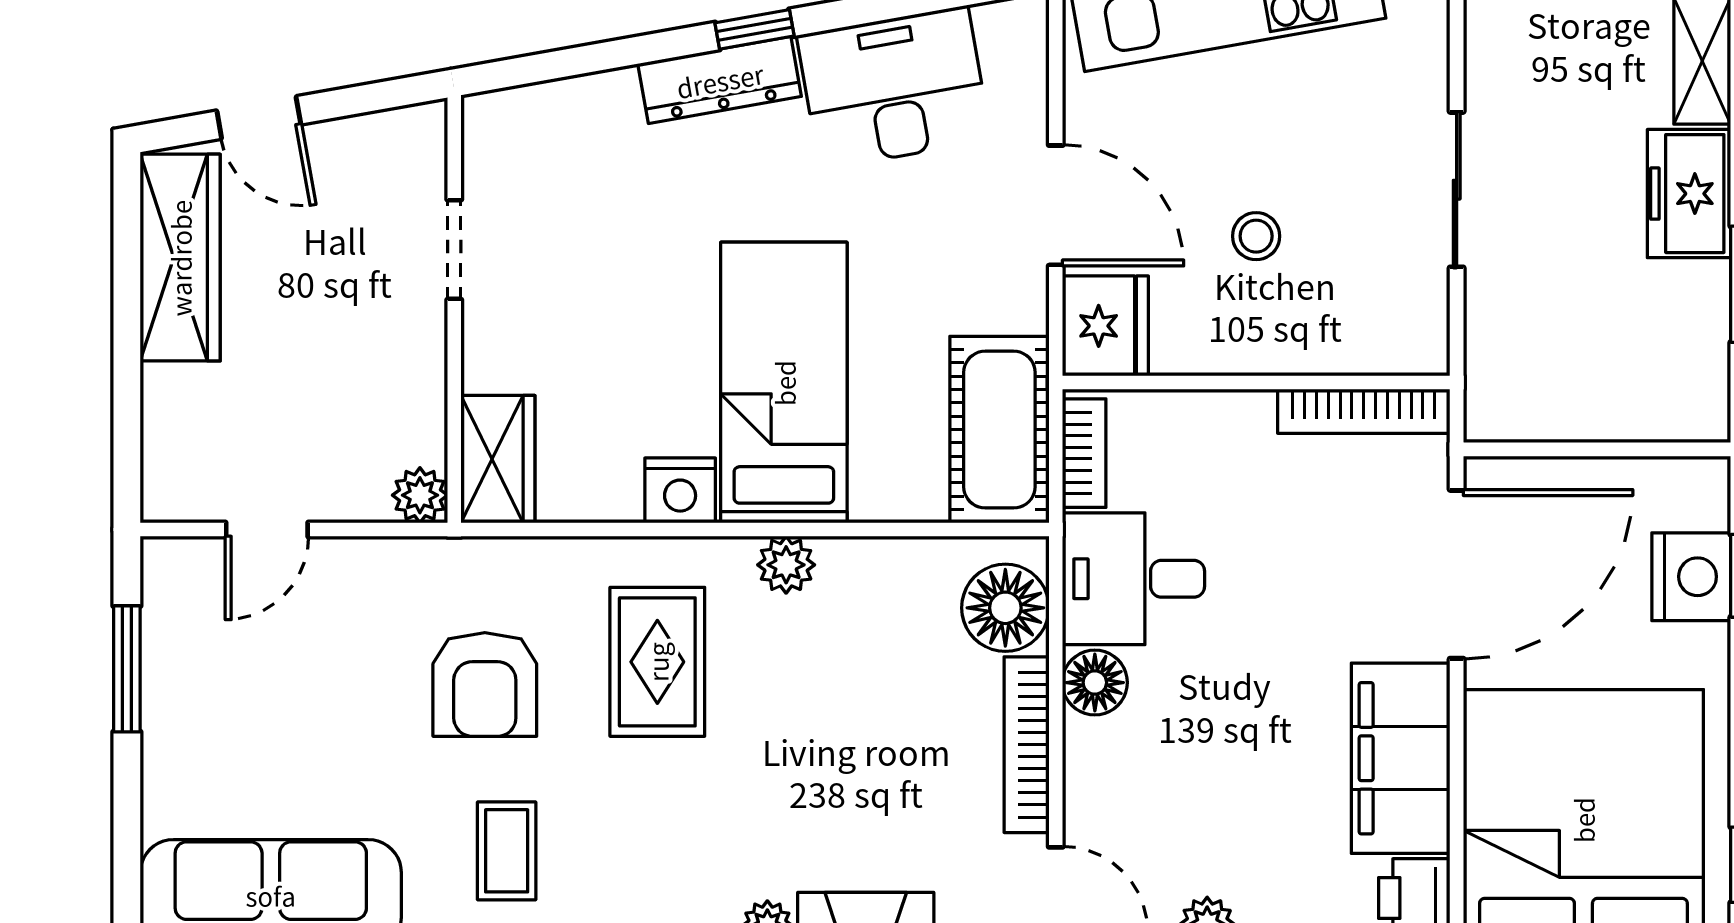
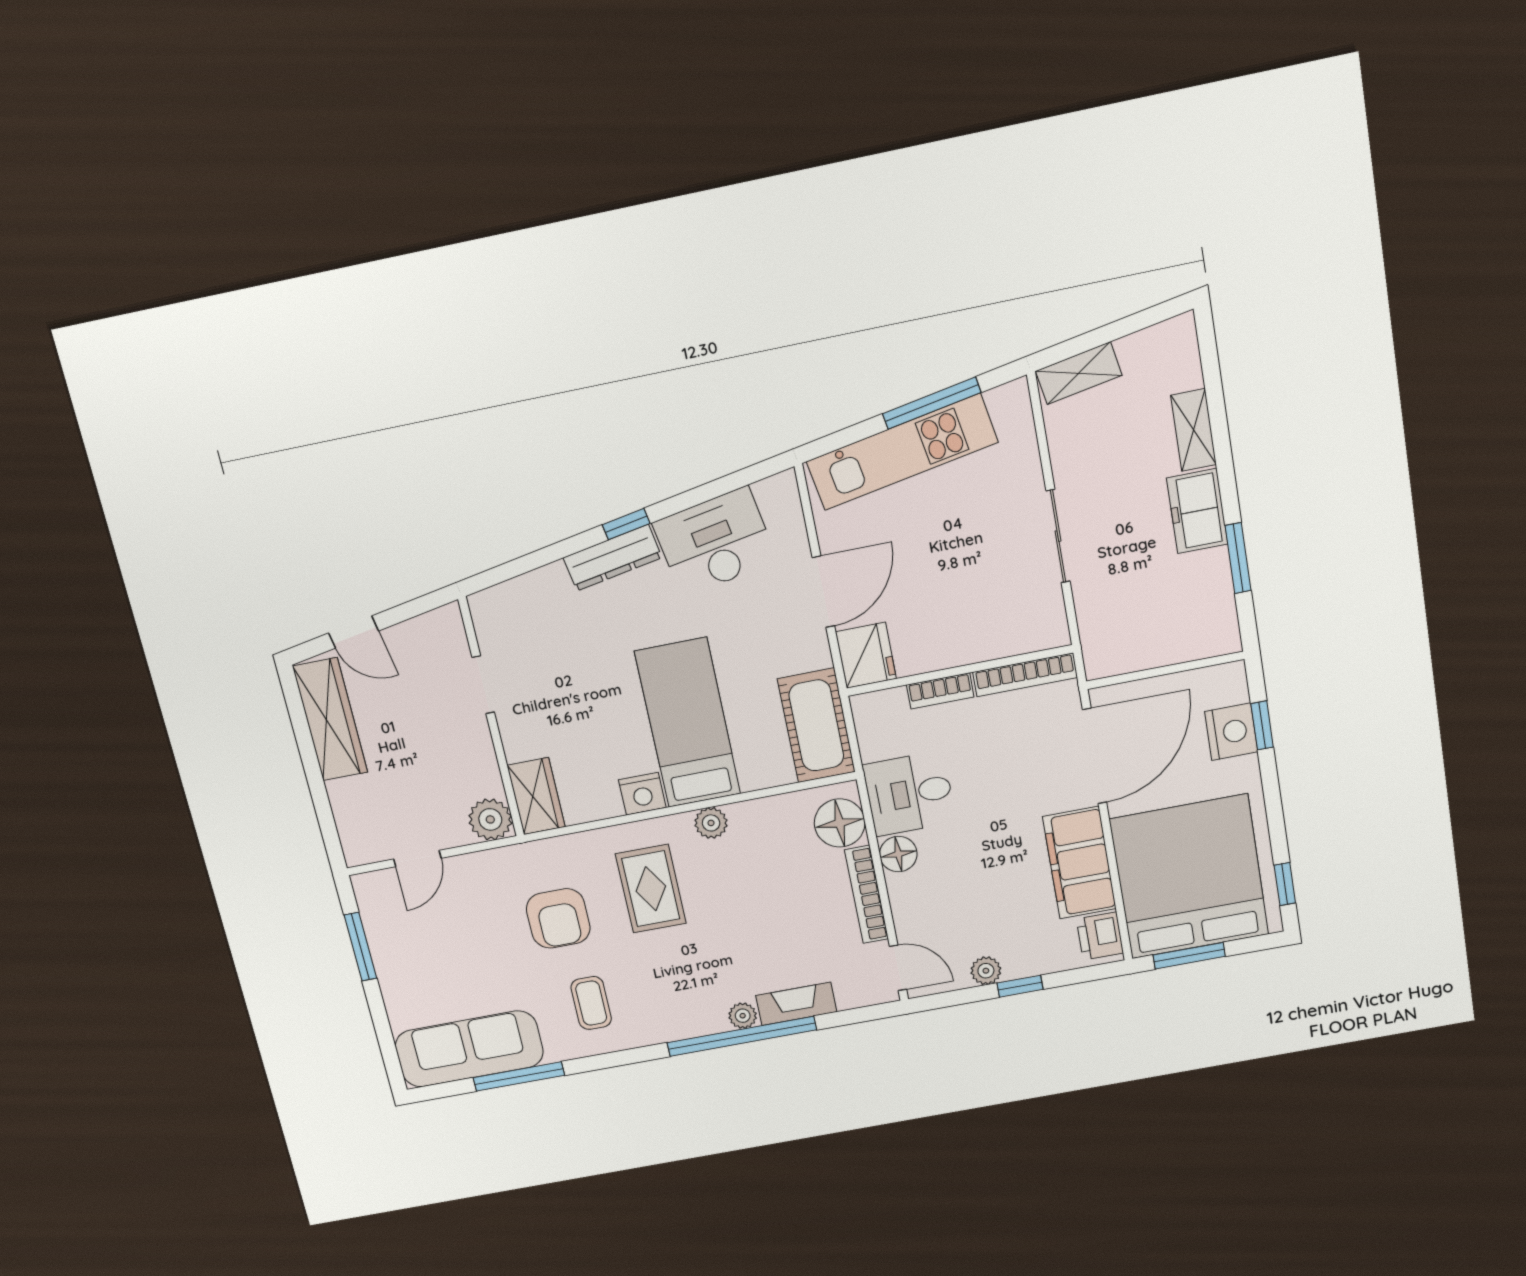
door: (1056, 205) -> (823, 592), hinge flipped
stool: (1256, 236) -> (944, 587), removed
bookcase: (1084, 453) -> (940, 691), moved, turned 90
plant: (420, 495) -> (490, 819), width x1.38, depth x1.38

